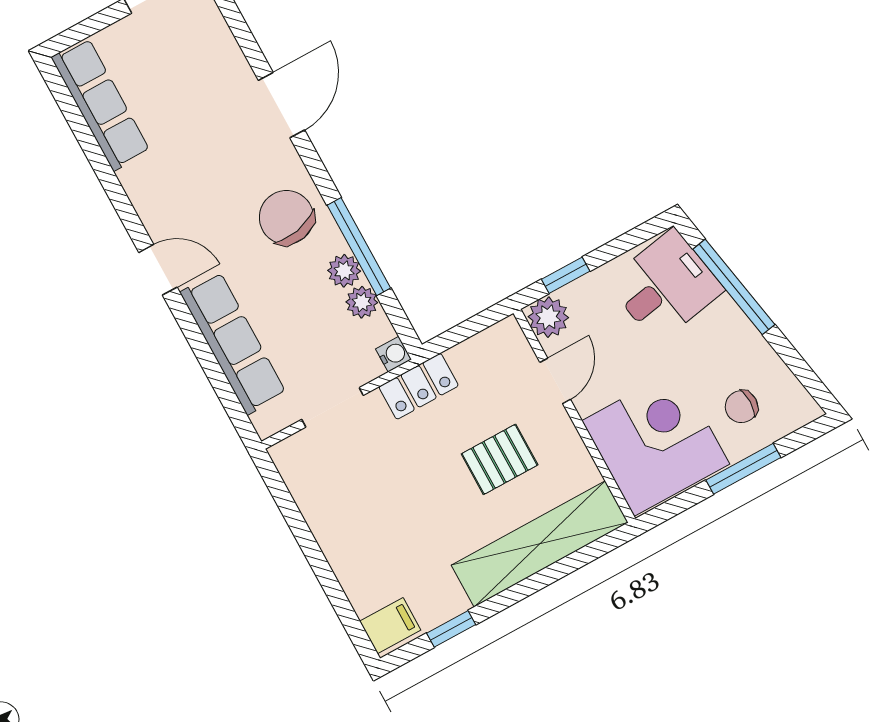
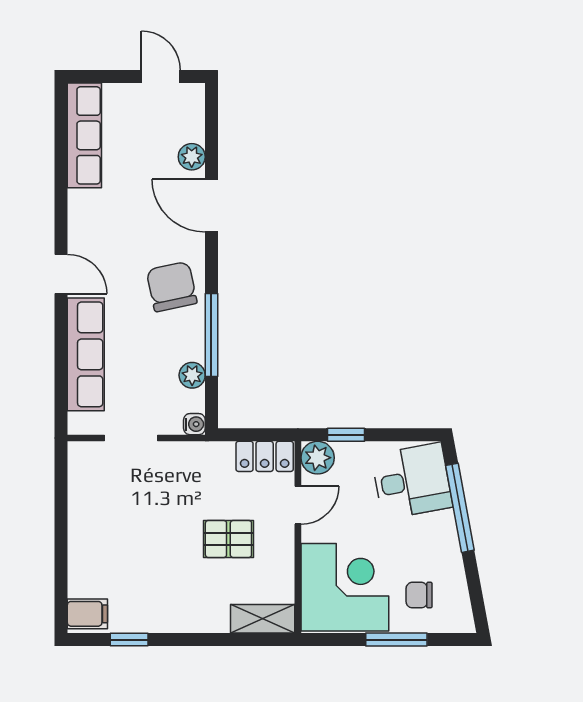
door: (281, 105) -> (211, 206), swing flipped
plant: (344, 271) -> (192, 157), moved
locker: (419, 386) -> (265, 456), moved
shelving: (540, 544) -> (263, 619), width x0.45, depth x0.75

